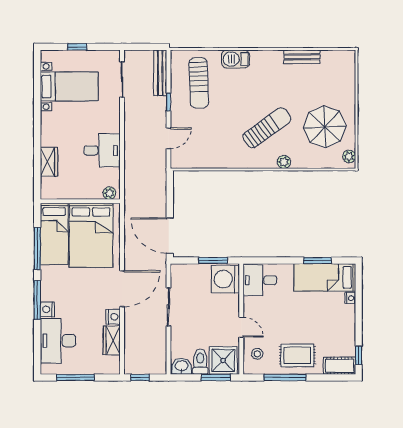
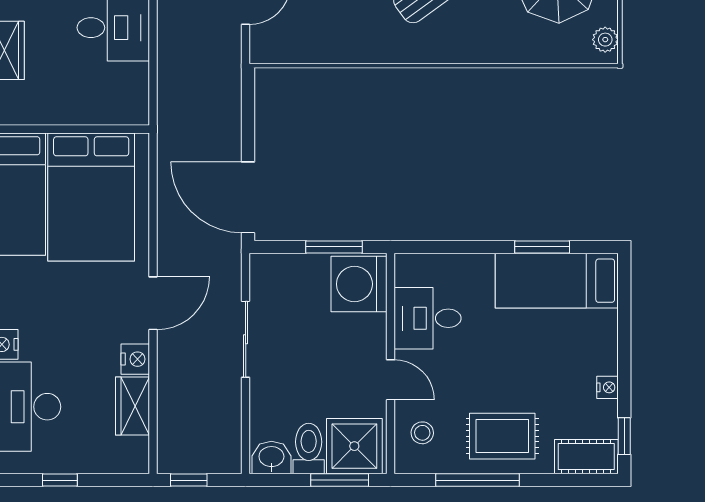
plant: (284, 162) -> (475, 51), removed
plant: (109, 193) -> (128, 113), removed
desk: (260, 280) -> (428, 318), moved
door: (122, 289) -> (153, 303), width x0.73
nightstand: (350, 298) -> (607, 387), moved
window: (75, 378) -> (60, 480), width x0.46

